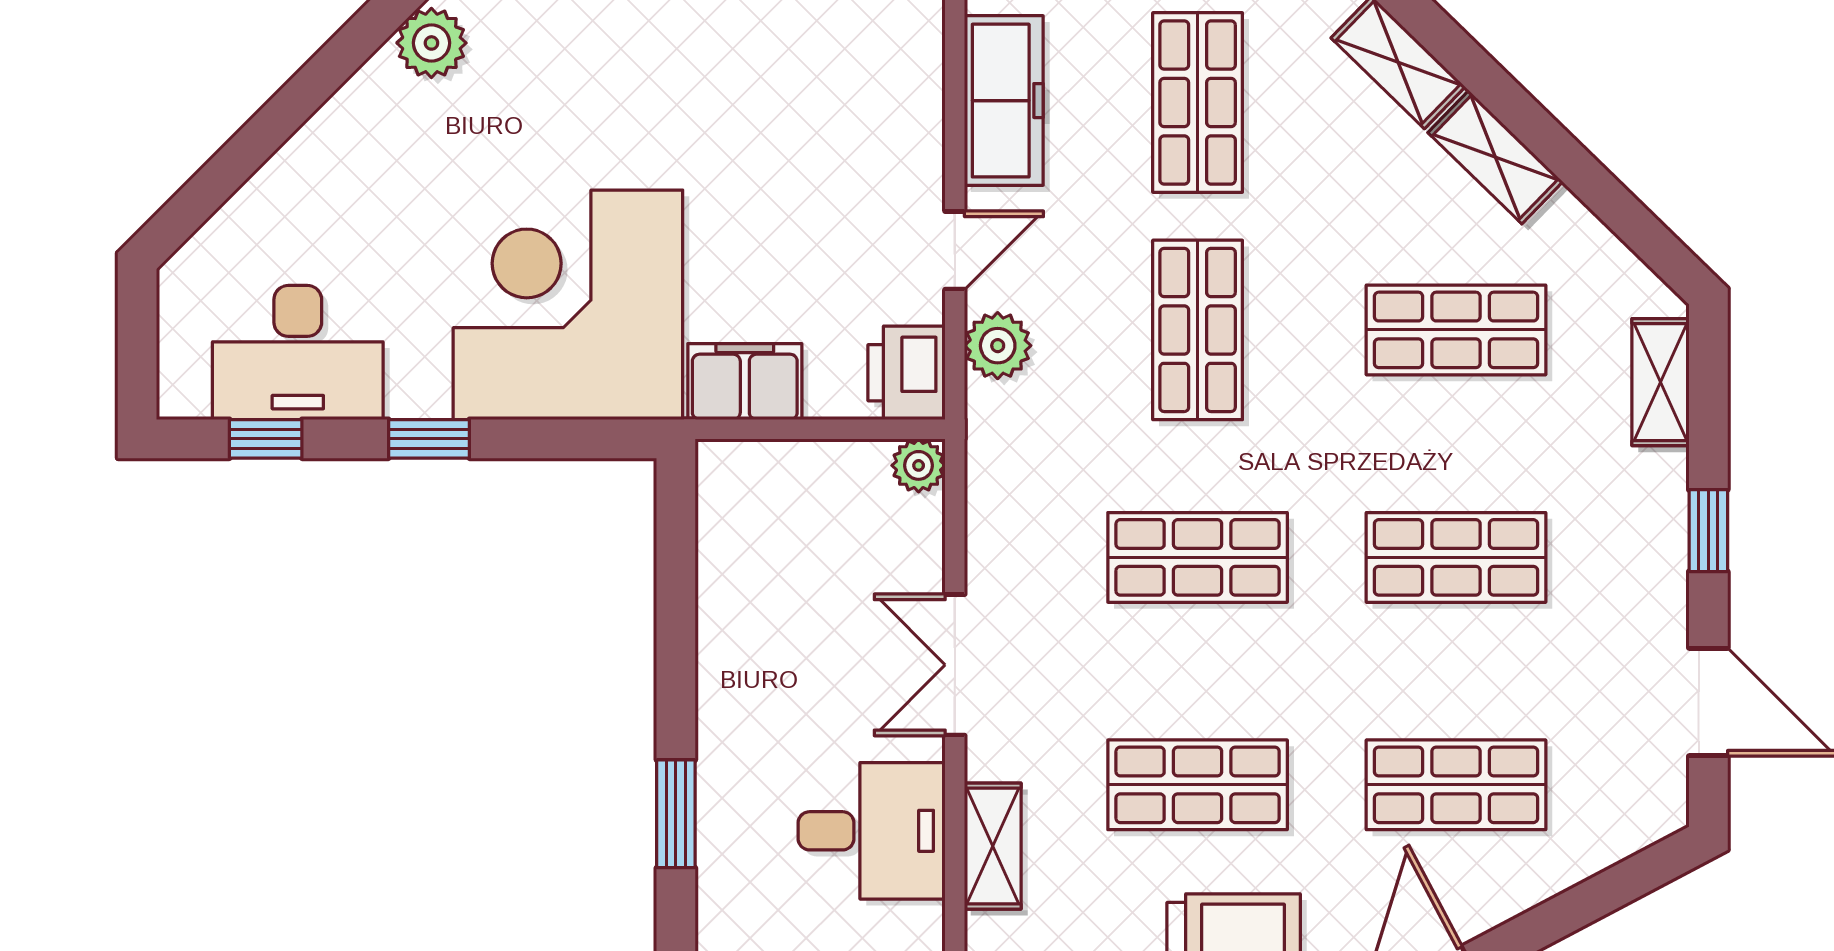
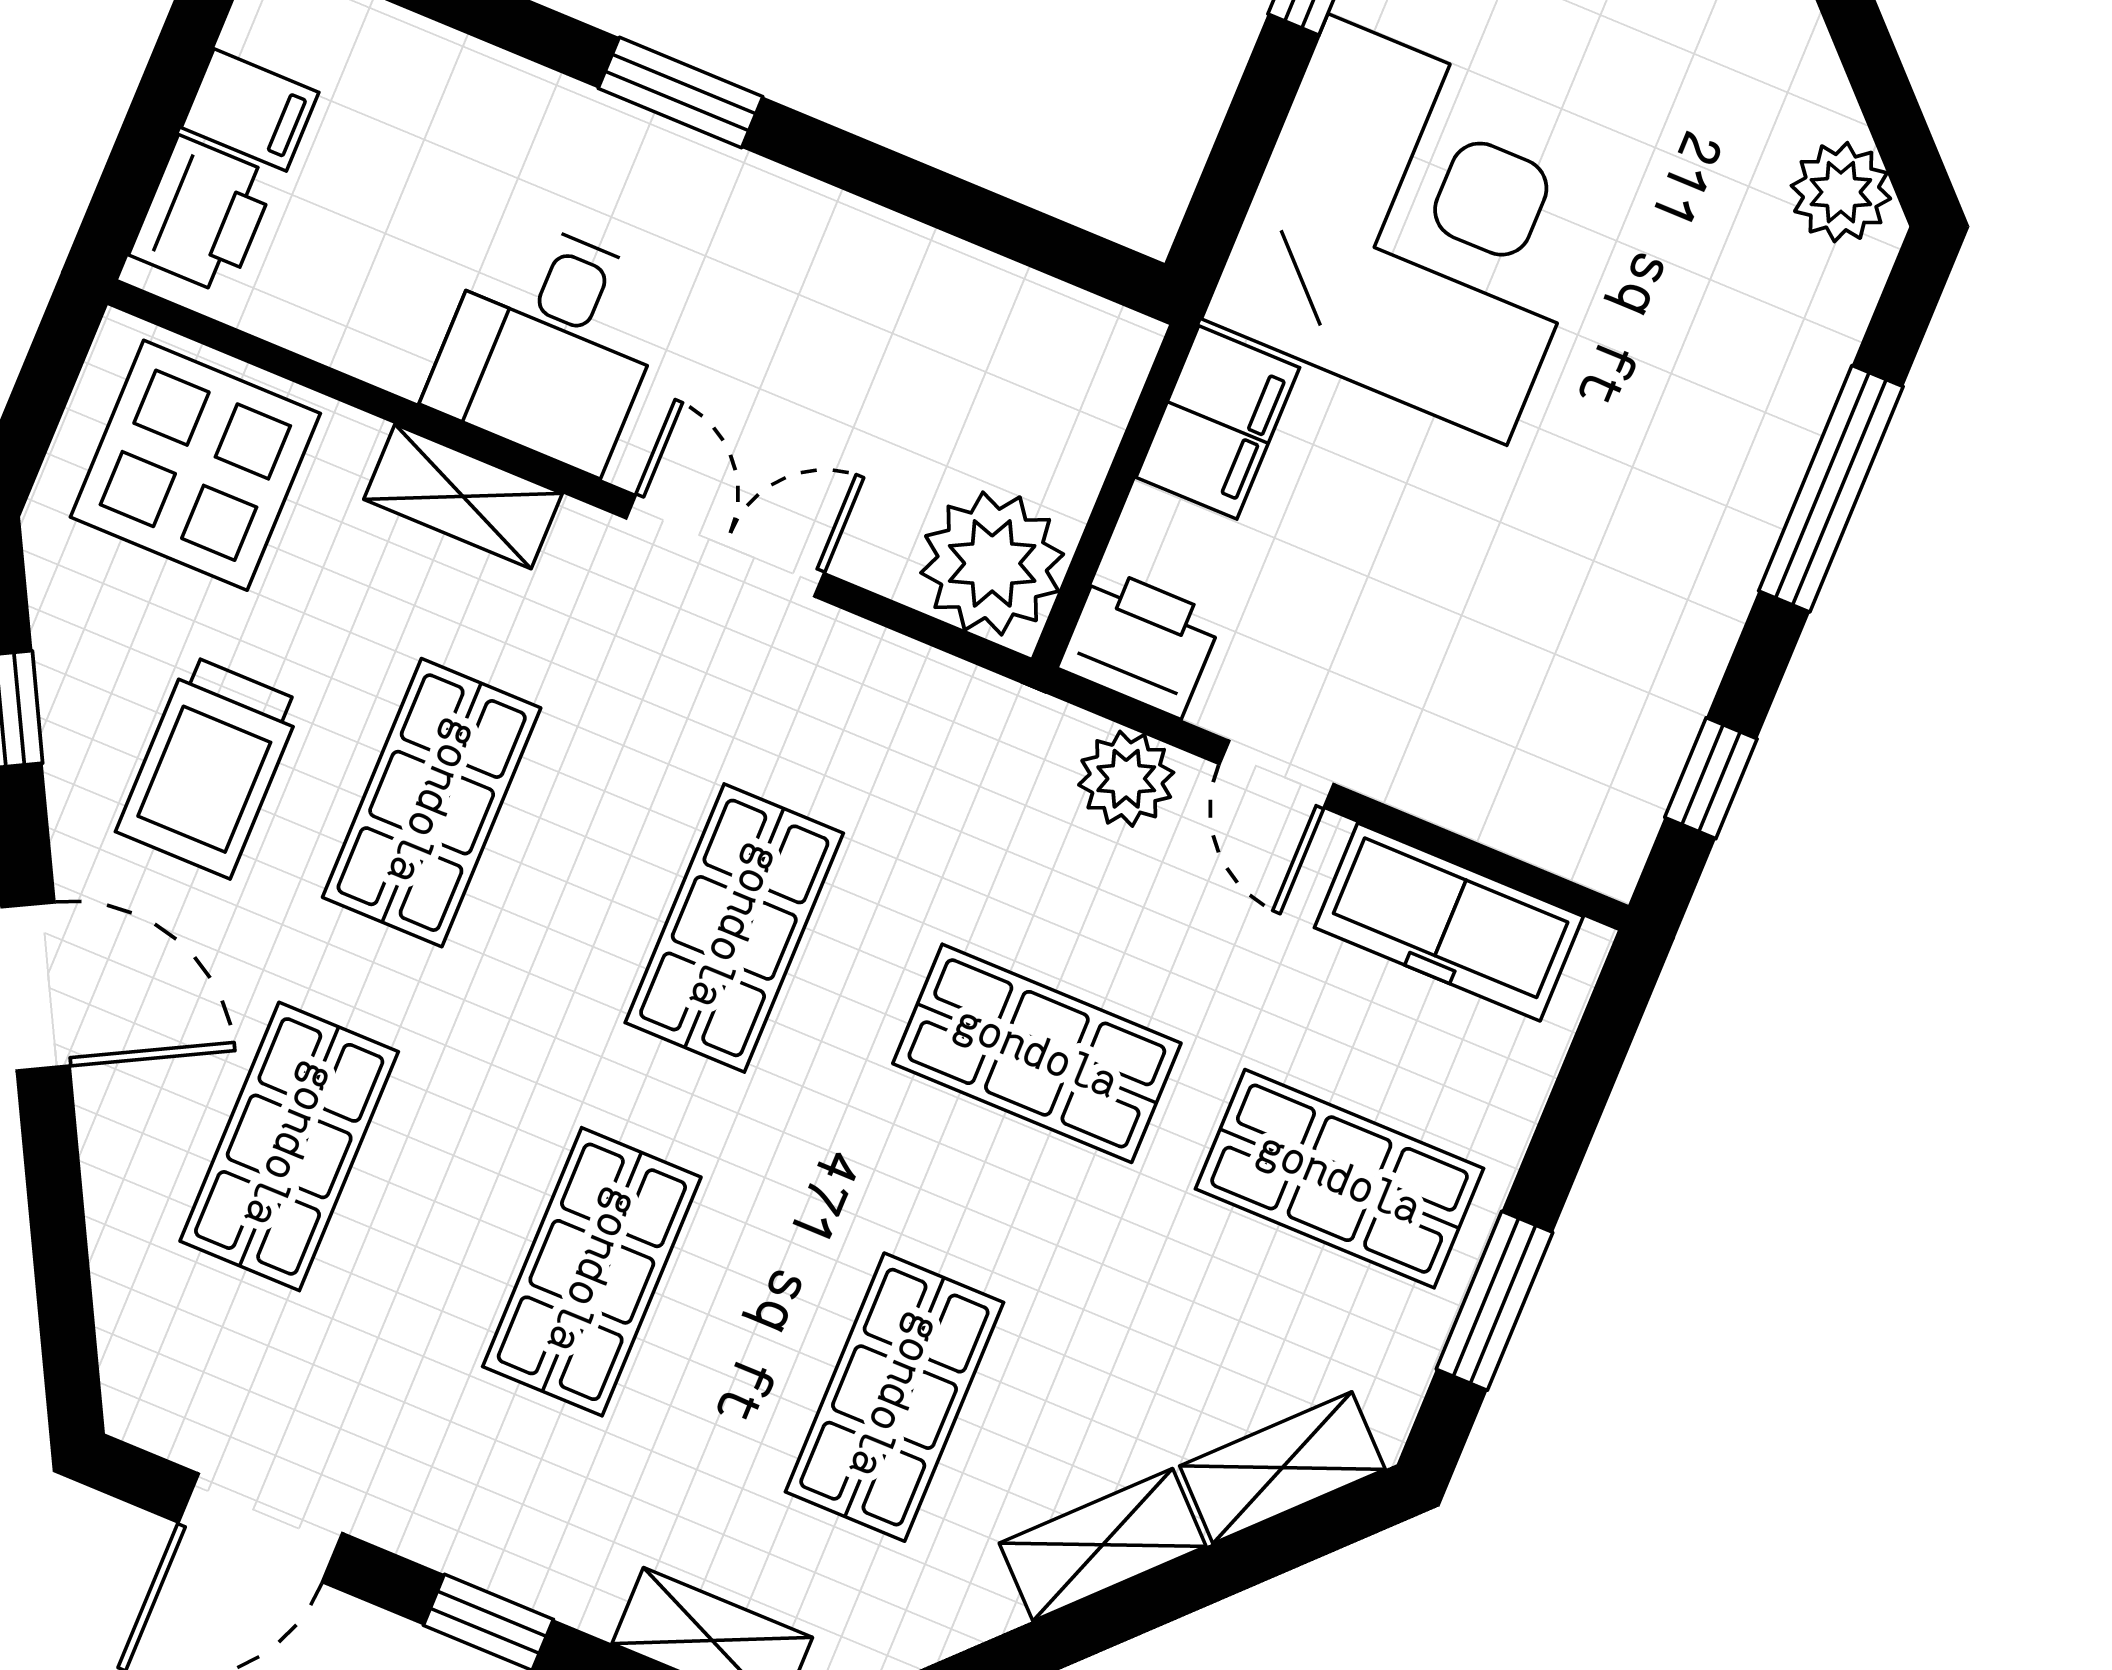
plant: (919, 465) -> (992, 563), width x1.87, depth x1.87

